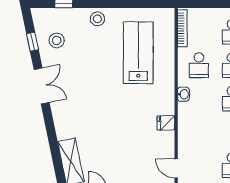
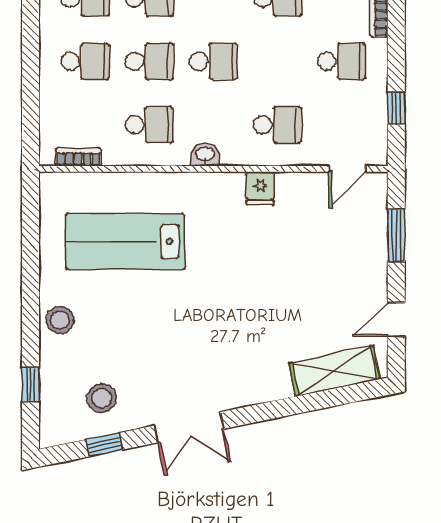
bookcase: (182, 28) -> (78, 157), width x0.64
double door: (42, 86) -> (189, 427), swing flipped
school desk: (199, 132) -> (277, 125), added

